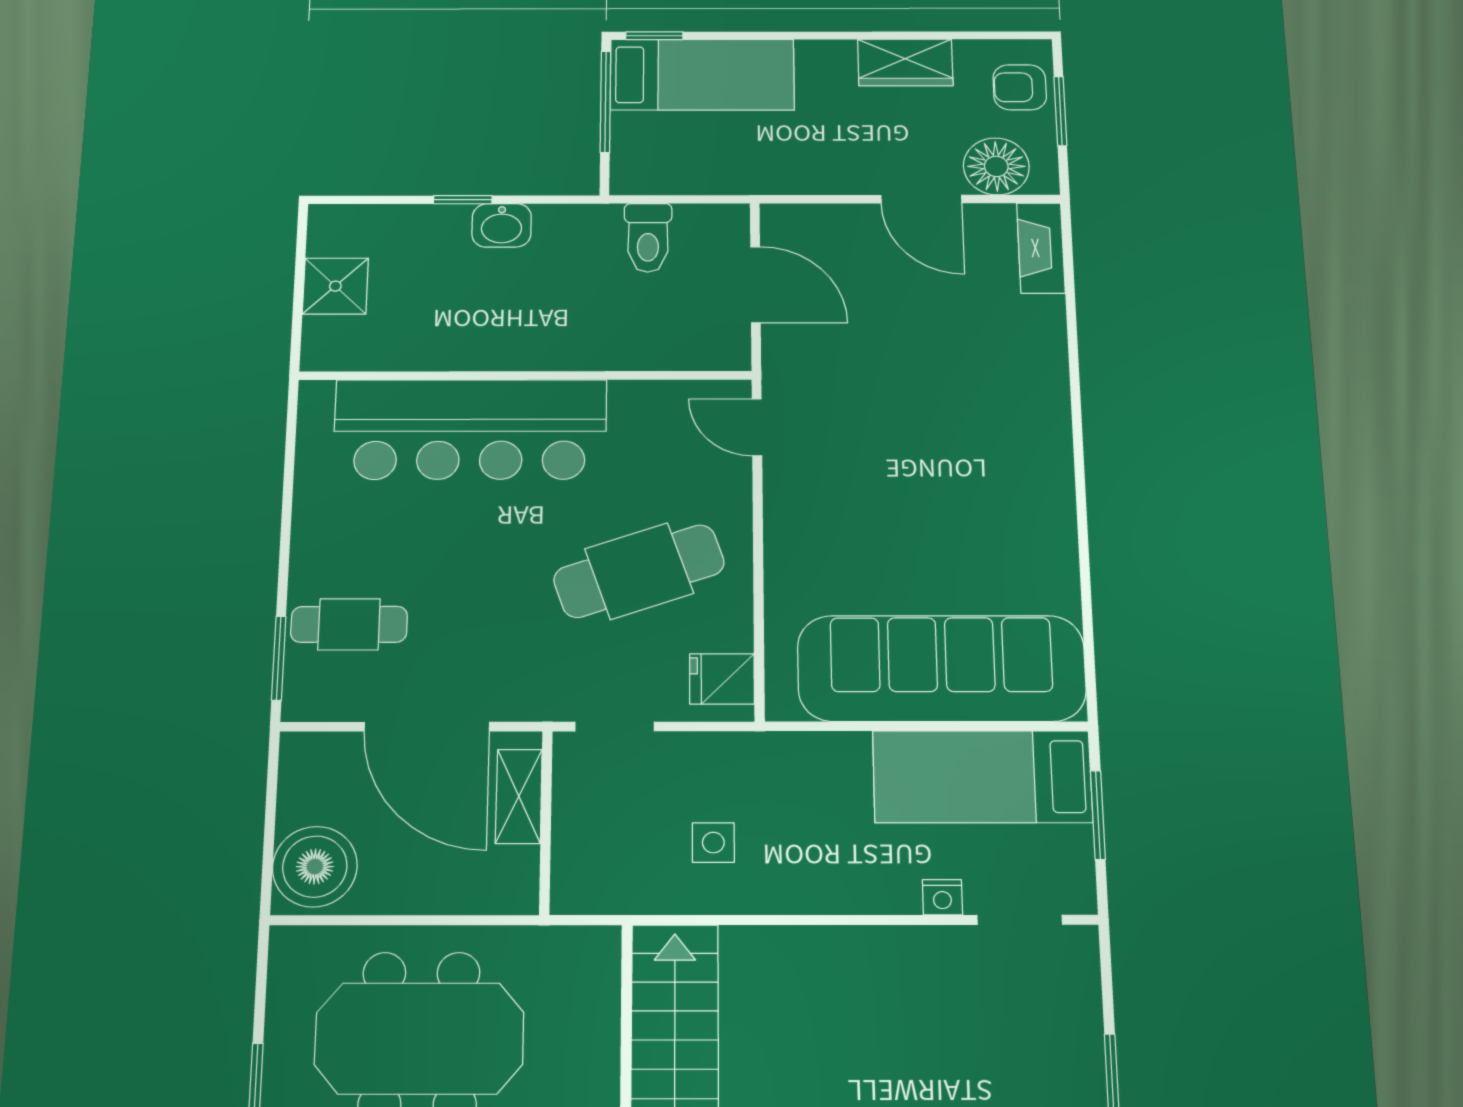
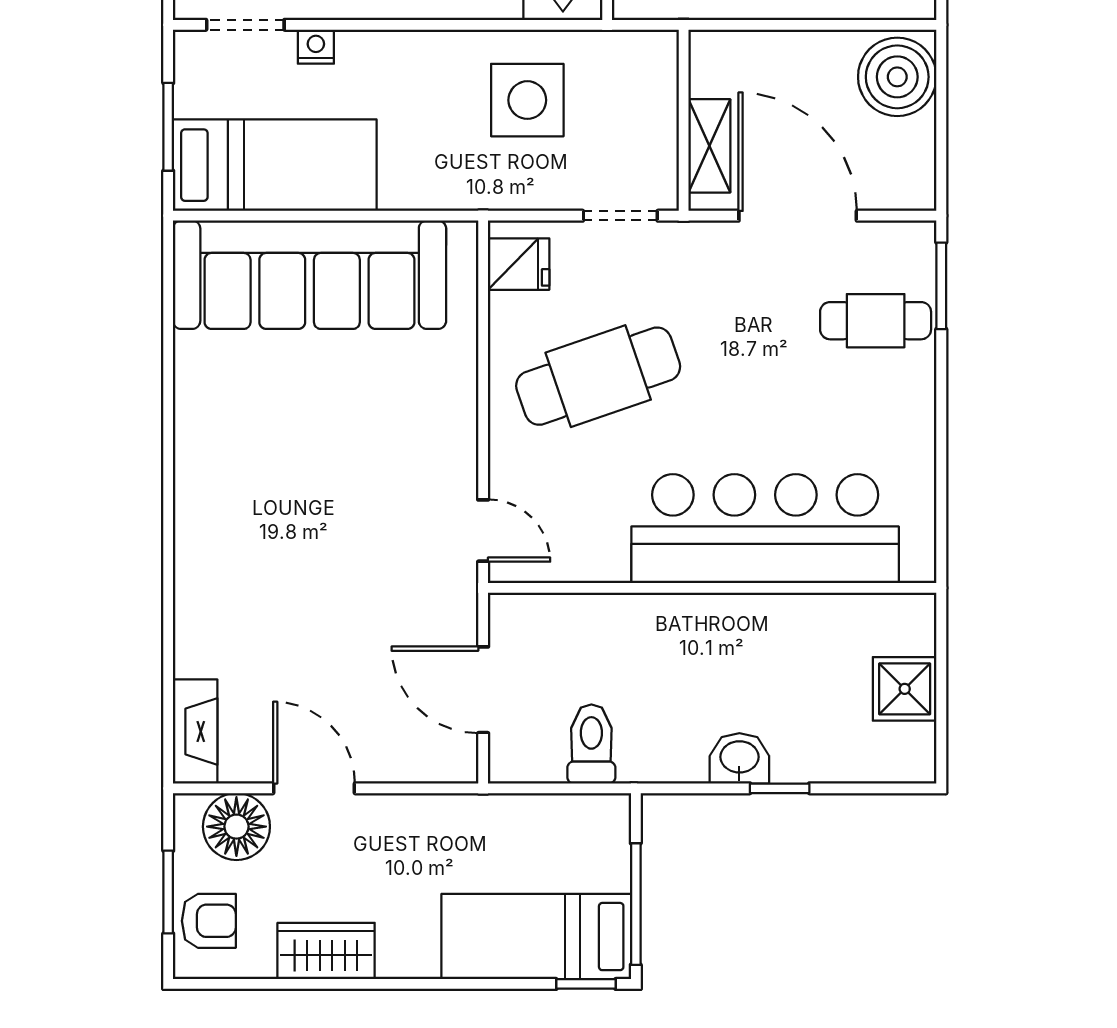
side table: (713, 843) -> (527, 100), width x1.87, depth x1.87

